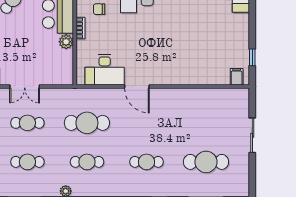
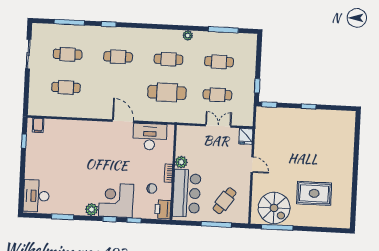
cafe table: (206, 123) -> (66, 87), added
sliding door: (252, 135) -> (28, 54), moved
cafe table: (206, 162) -> (68, 54), width x0.73, depth x0.74

